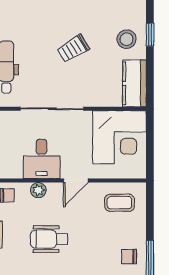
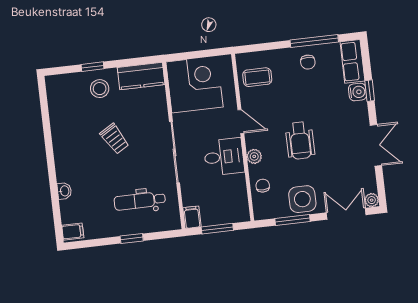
coffee table: (120, 203) -> (257, 77), turned 90

